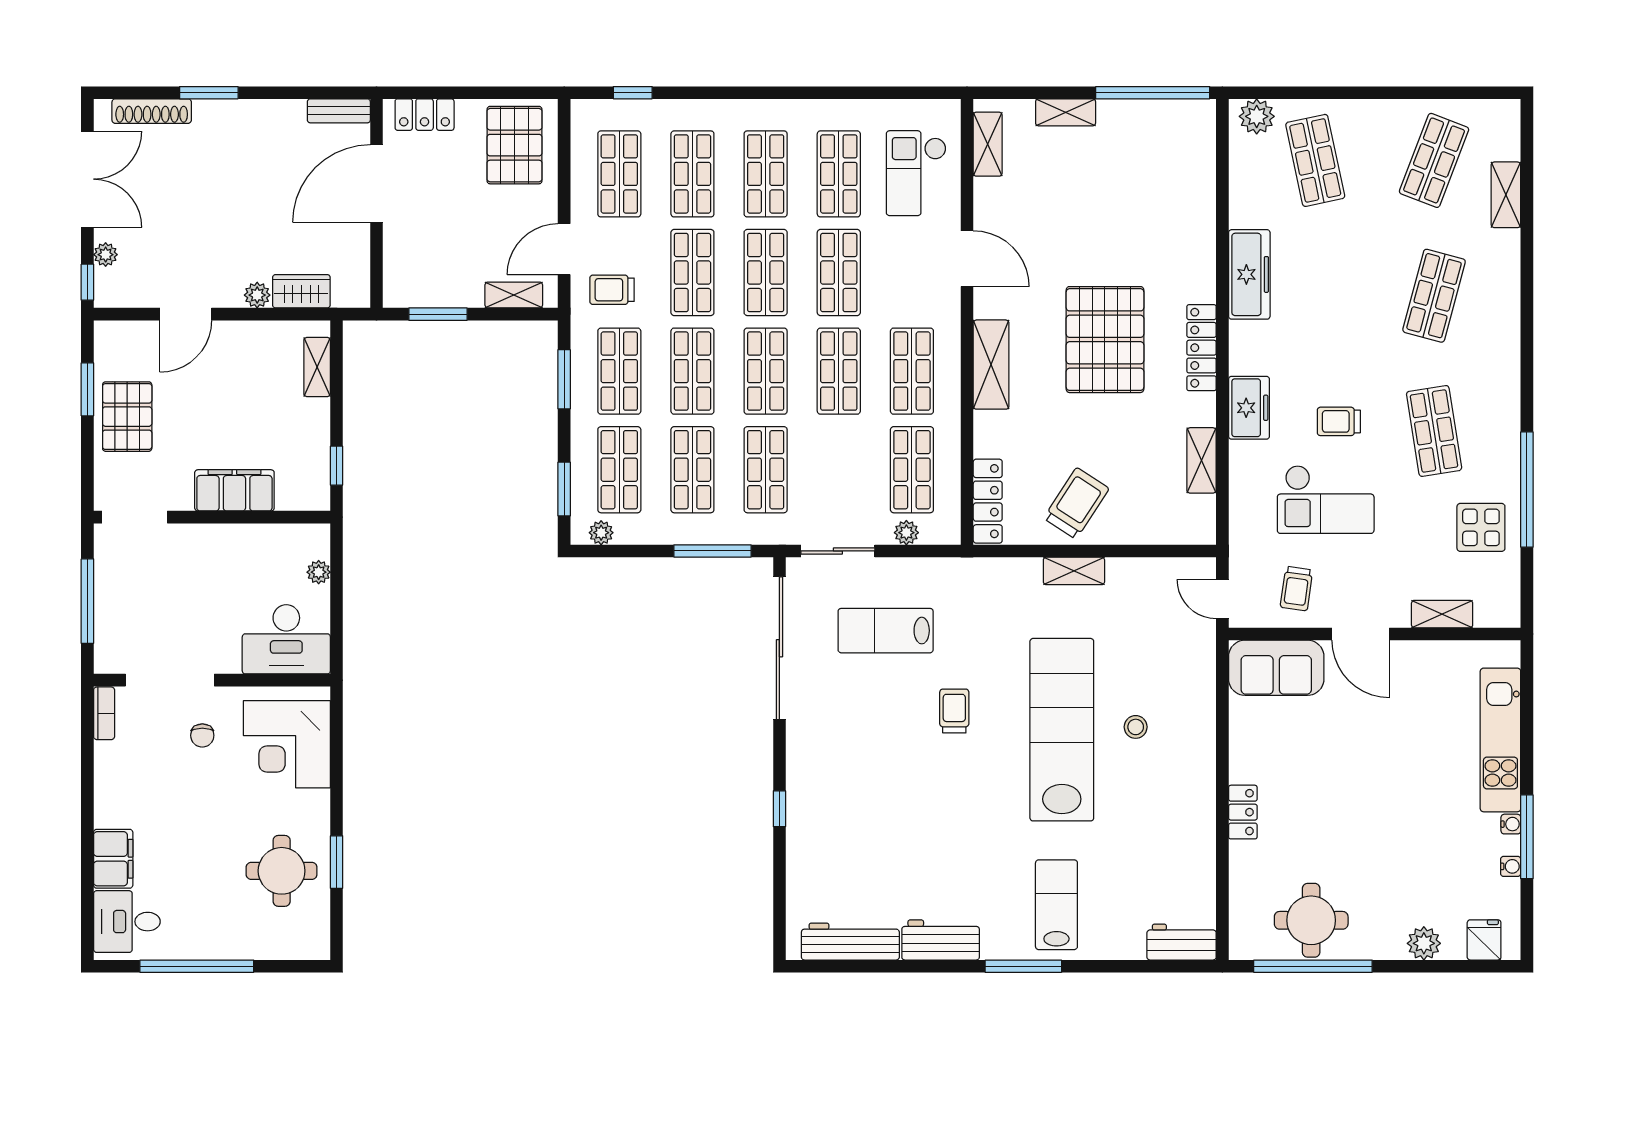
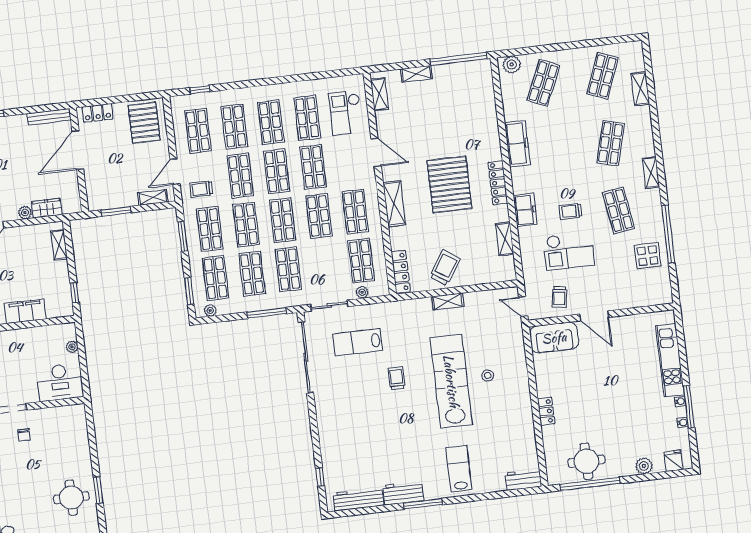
bench: (339, 111) -> (49, 117), width x1.36
shop shelf: (1315, 160) -> (543, 83), turned 36
shelving: (1442, 614) -> (651, 173), moved, turned 90
corner desk: (287, 744) -> (66, 434), removed
window: (779, 809) -> (320, 477), moved
window: (1023, 966) -> (423, 504), moved

